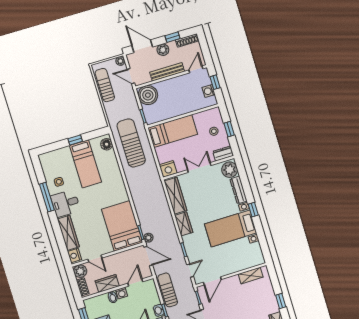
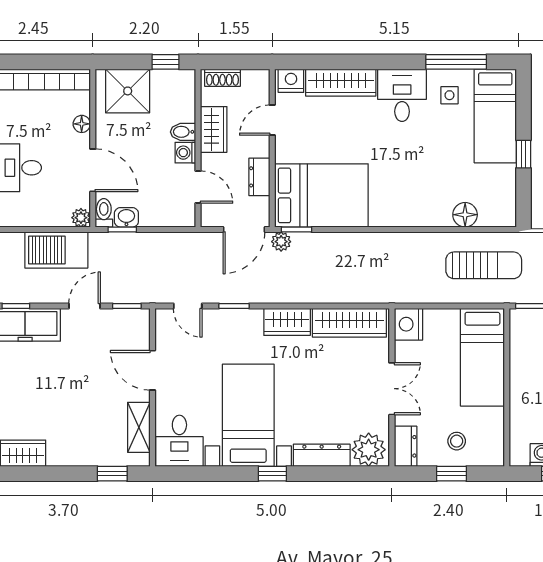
sun lounger: (131, 143) -> (484, 265), width x0.73, depth x0.75
floor lamp: (107, 144) -> (465, 215), moved
bed: (85, 164) -> (495, 116), moved, turned -90
window: (47, 197) -> (456, 62), moved
dresser: (122, 256) -> (259, 177), added
desk: (251, 256) -> (179, 441), added
plant: (80, 271) -> (256, 83), removed
door: (212, 281) -> (153, 370), moved
sun lounger: (168, 290) -> (162, 248), removed
window: (281, 301) -> (112, 474), moved

